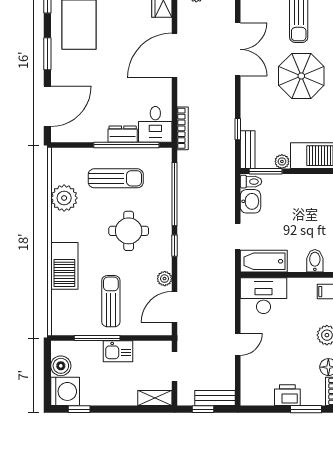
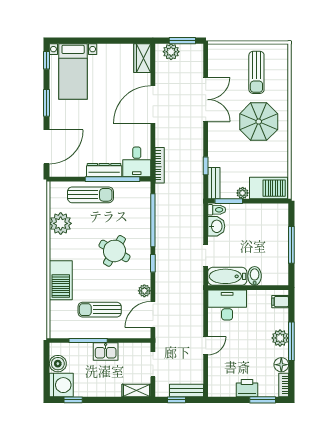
dresser: (123, 134) -> (104, 170), width x1.44
sun lounger: (116, 178) -> (90, 195), moved
round table: (129, 231) -> (114, 251), turned 30
bidet: (315, 261) -> (255, 276), moved
sun lounger: (111, 301) -> (100, 310), turned -90

